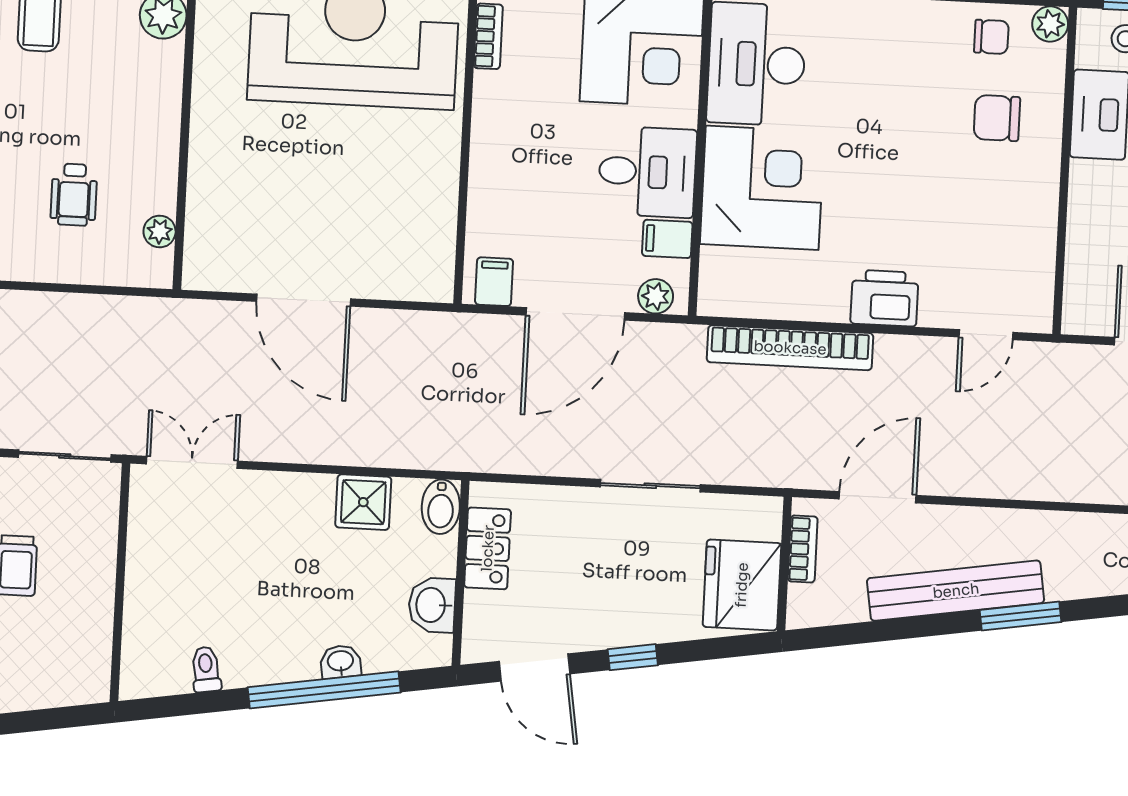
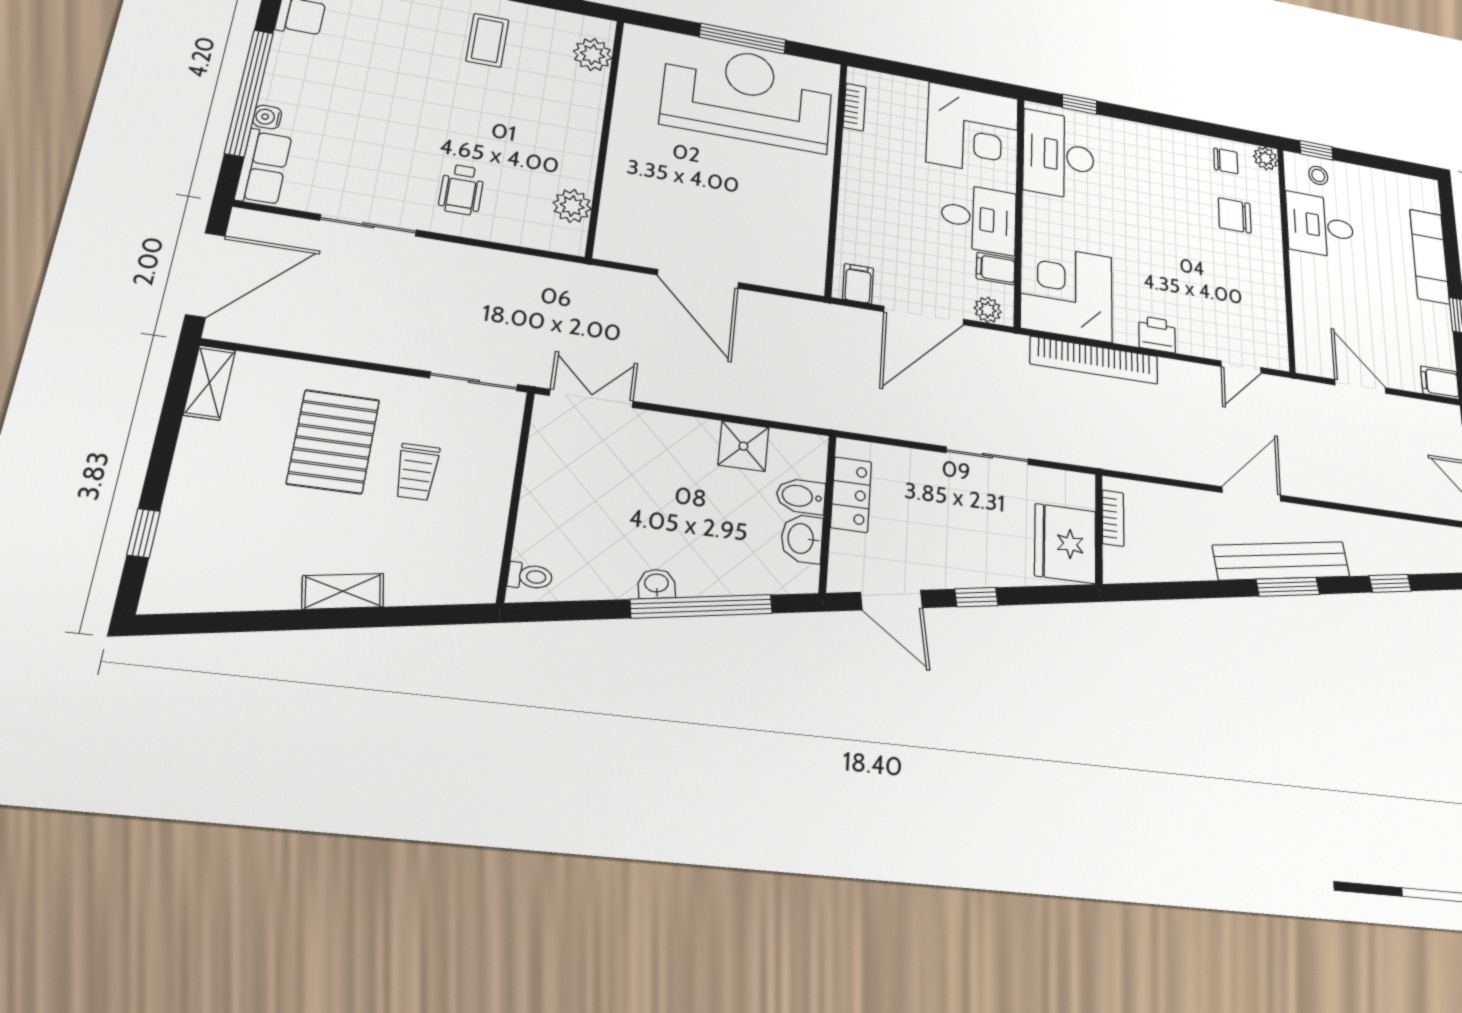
corner desk: (762, 188) -> (1067, 292), moved, turned -90
wheelchair: (74, 195) -> (462, 190), moved
plant: (160, 231) -> (572, 206), width x1.38, depth x1.38
printer: (884, 298) -> (1157, 334), width x0.73, depth x0.81
door: (878, 497) -> (1251, 494), moved
bidet: (441, 507) -> (801, 496), moved, turned 90
bench: (956, 591) -> (1281, 561), moved
washbasin: (341, 662) -> (657, 584), moved
toilet: (206, 669) -> (530, 576), moved, turned 99

